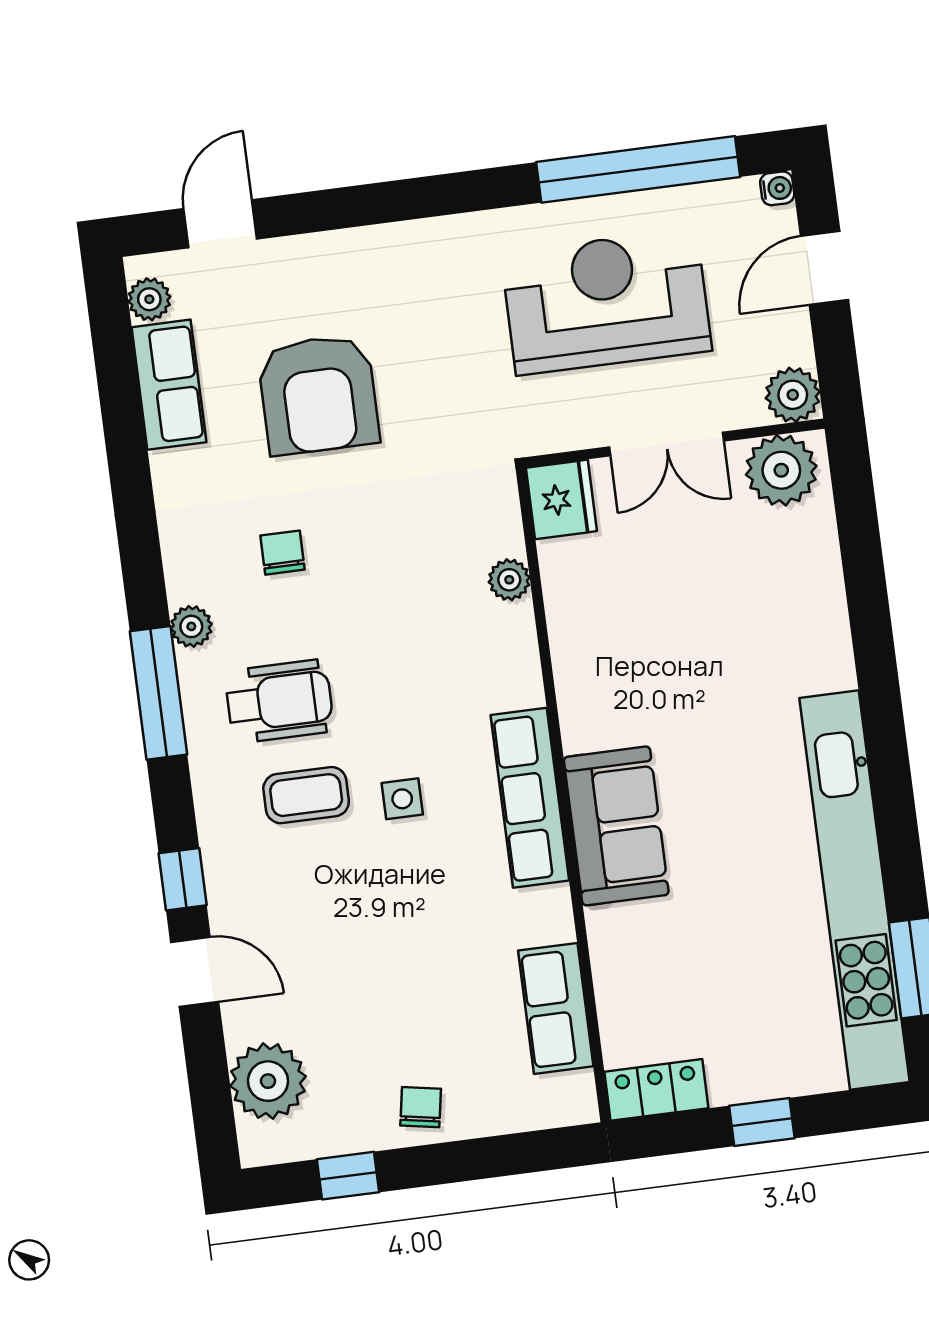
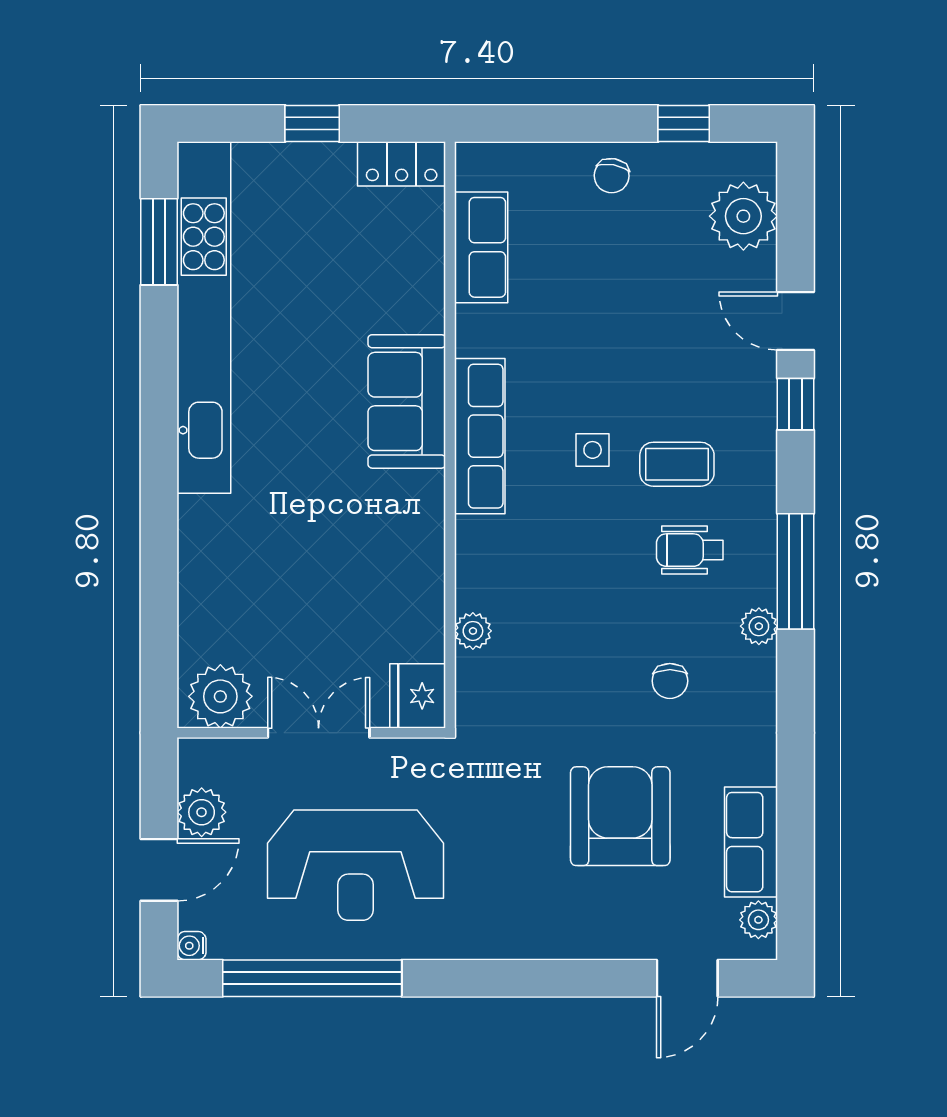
plant: (793, 395) -> (202, 812), moved
wheelchair: (279, 701) -> (690, 550), width x0.73, depth x0.73

